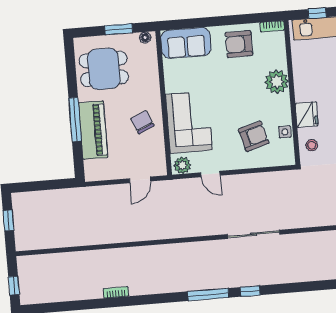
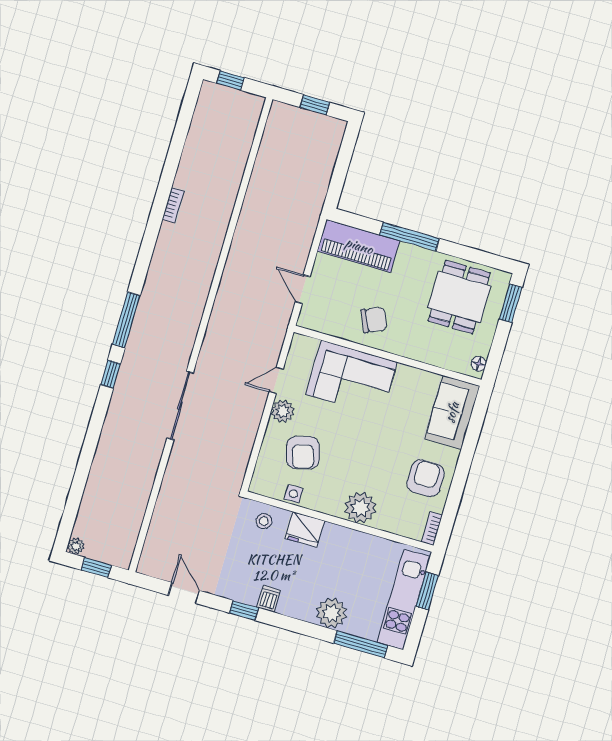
window: (317, 13) -> (427, 591), width x1.50
window: (119, 29) -> (511, 303), moved
piano: (93, 130) -> (359, 246), moved
plant: (182, 165) -> (283, 411), moved

